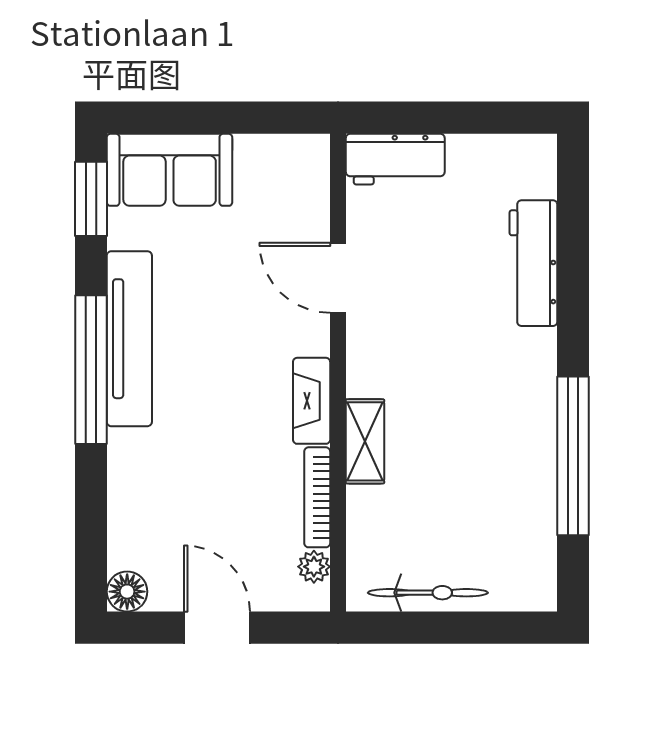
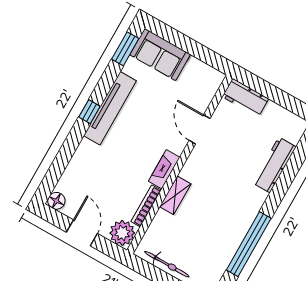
window: (91, 370) -> (89, 112), width x0.32
plant: (314, 567) -> (122, 233), width x1.88, depth x1.88

